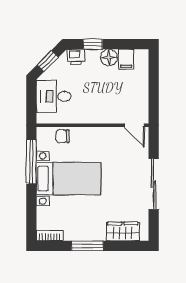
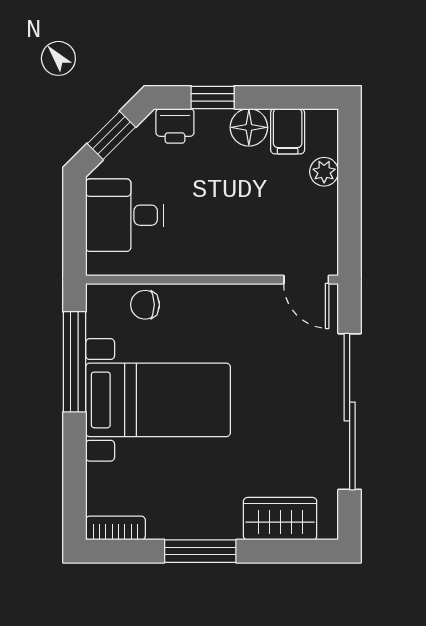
plant: (142, 77) -> (324, 172), added
sliding door: (154, 184) -> (350, 412), width x1.36

